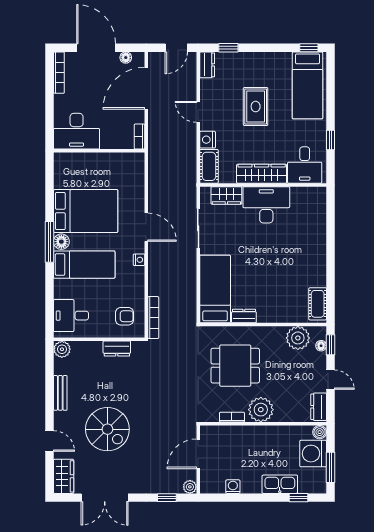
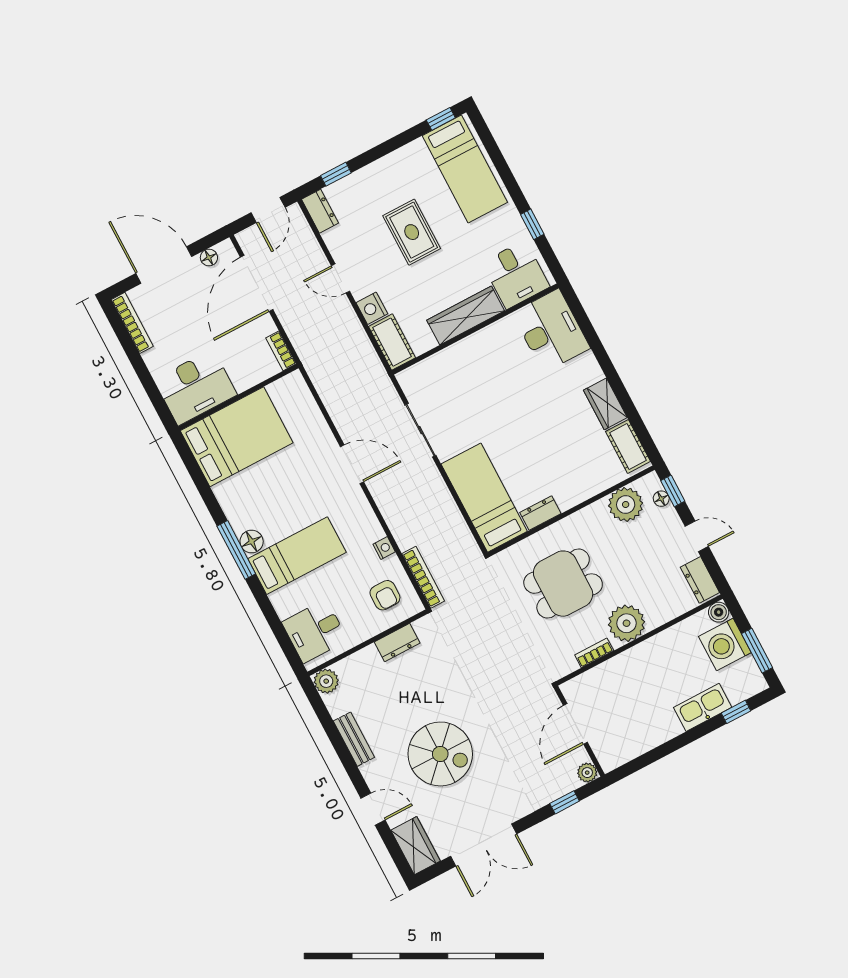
wardrobe: (226, 195) -> (605, 404), moved, turned 90
desk: (266, 205) -> (551, 331), moved, turned 90
bed: (86, 211) -> (237, 437), moved
nightstand: (139, 260) -> (384, 548), moved
armchair: (125, 316) -> (385, 595), turned 90
washing machine: (233, 487) -> (643, 743), removed

